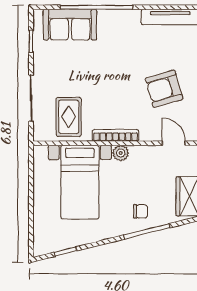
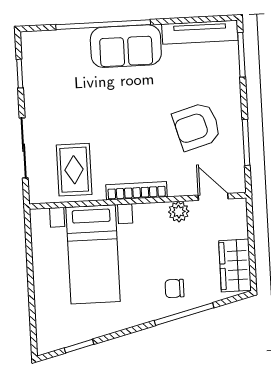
sofa: (70, 25) -> (126, 46), moved
plant: (121, 153) -> (179, 212), moved
chair: (141, 211) -> (175, 288), turned 180

